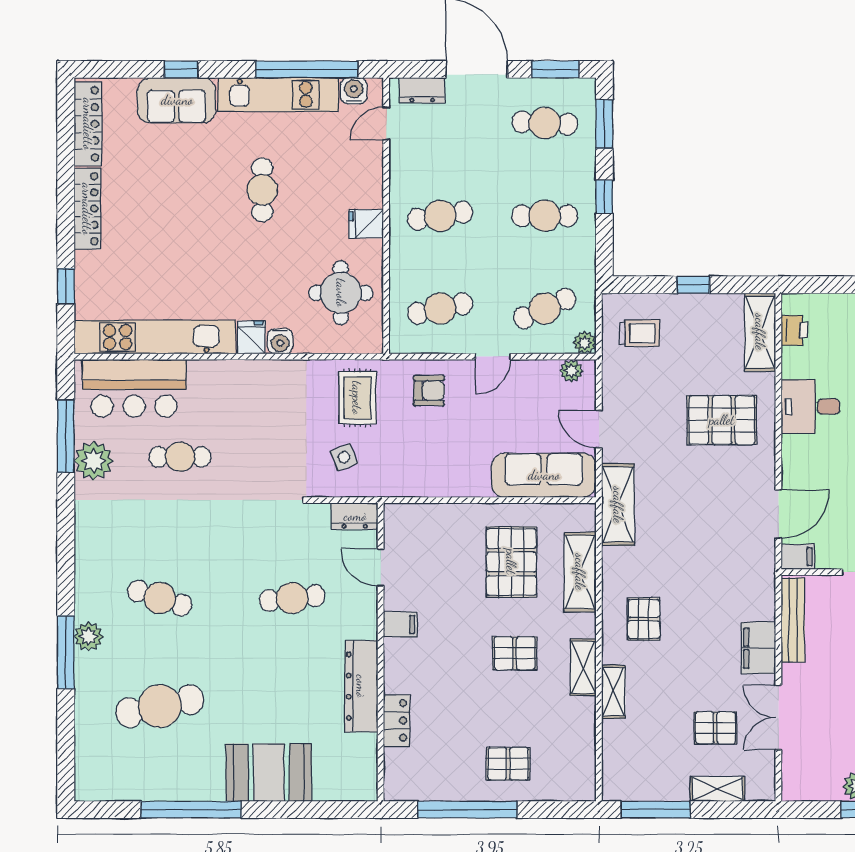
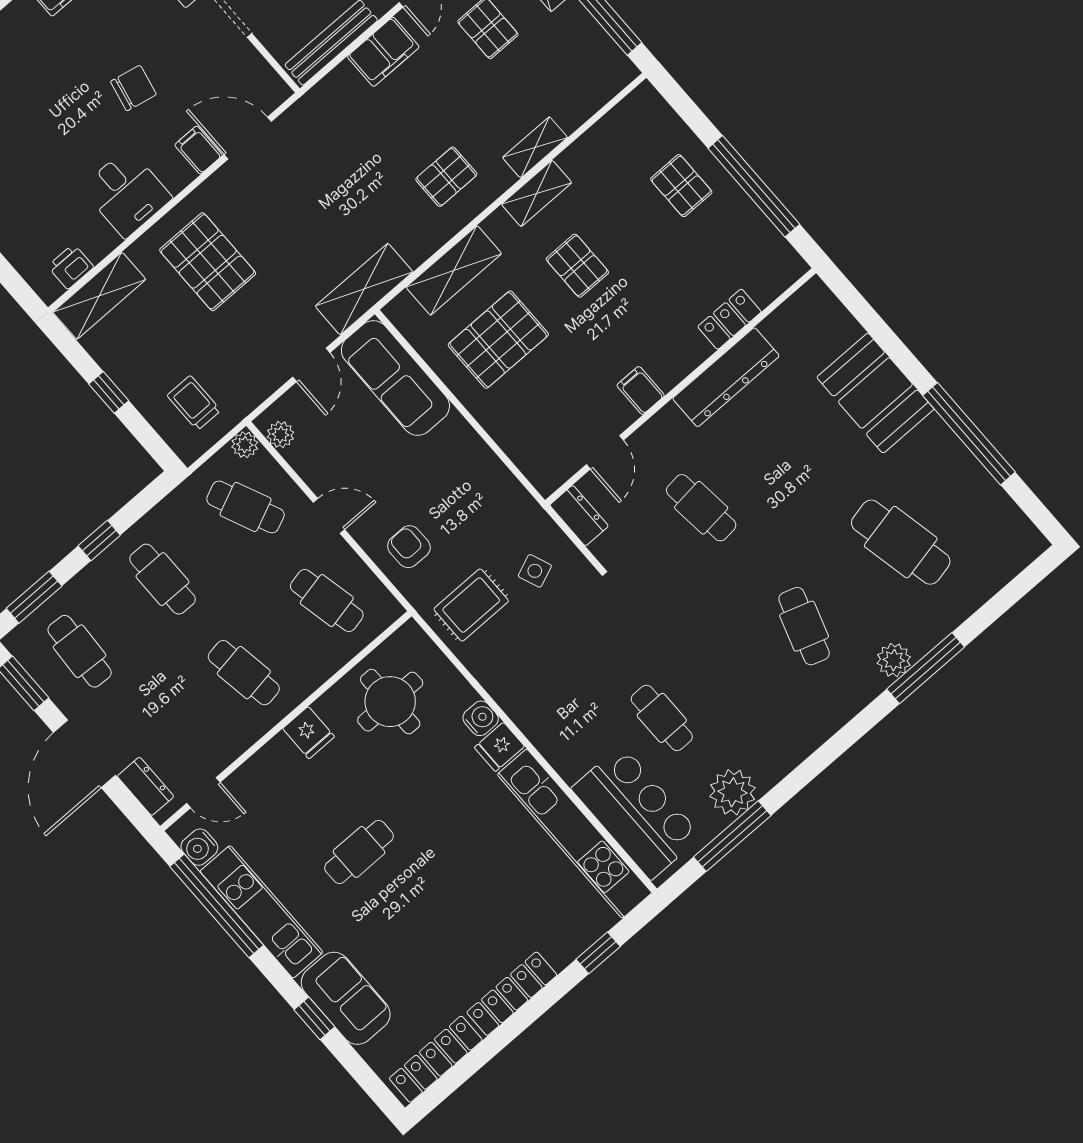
filing cabinet: (798, 557) -> (199, 150), moved

